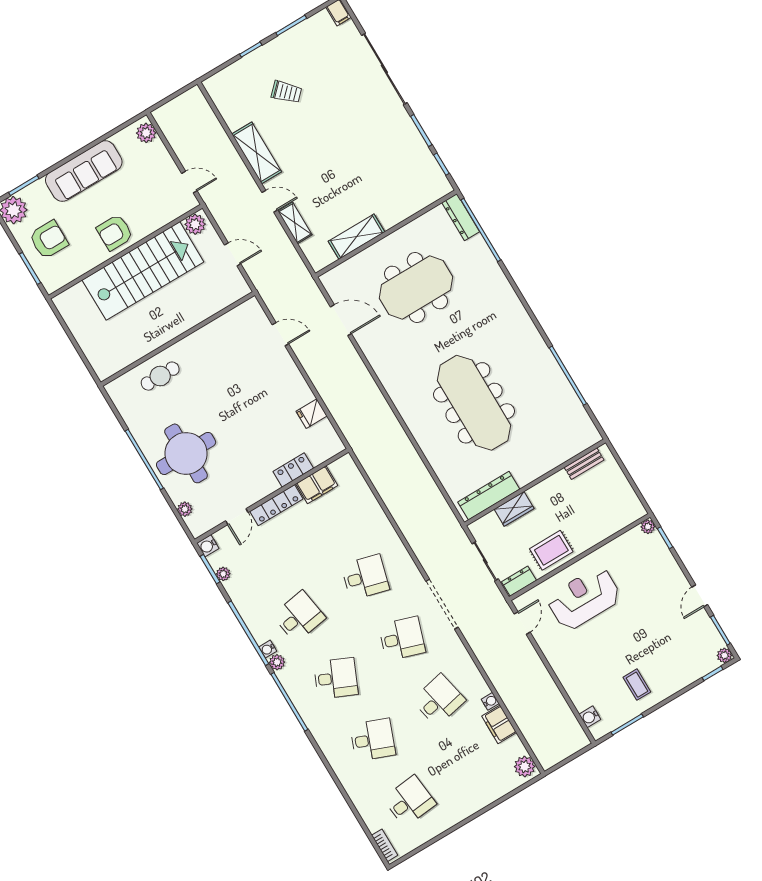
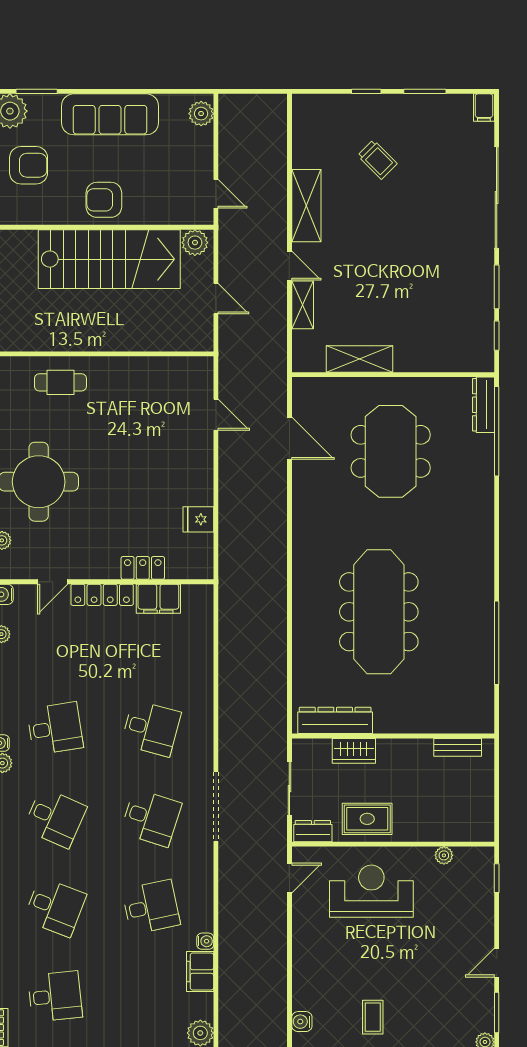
meeting table: (416, 287) -> (391, 451), turned 90
plant: (648, 527) -> (444, 855), moved

